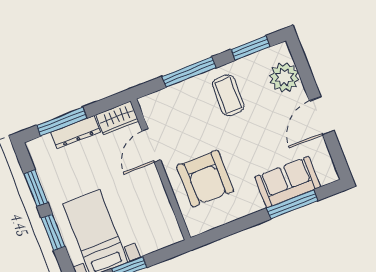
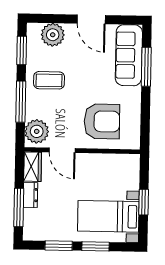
plant: (161, 106) -> (37, 131), added
dresser: (76, 132) -> (30, 195), width x0.70
sofa: (288, 182) -> (129, 55), width x1.36

